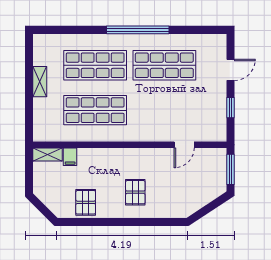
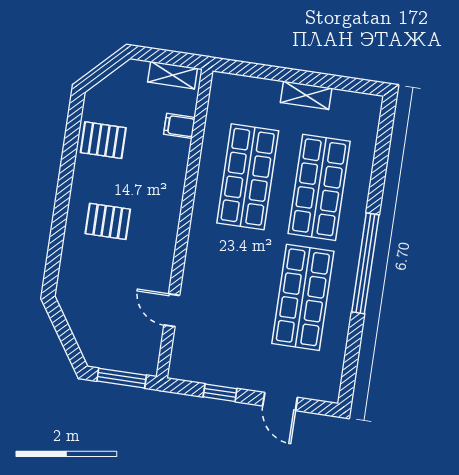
shelving: (47, 154) -> (173, 75), moved, turned 90

